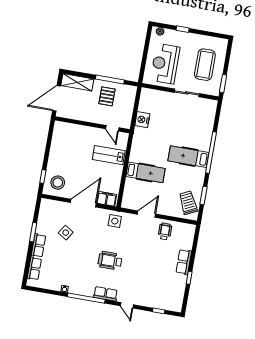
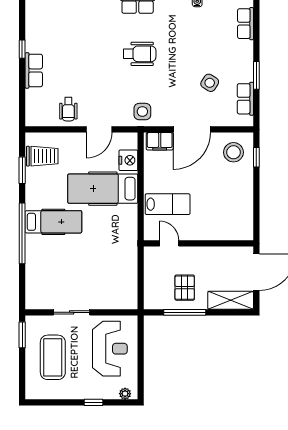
nightstand: (142, 120) -> (128, 160), moved
hospital bed: (146, 172) -> (103, 189), width x1.37, depth x1.29
trolley: (188, 203) -> (42, 156), turned -64
row of seats: (38, 245) -> (245, 99), moved

